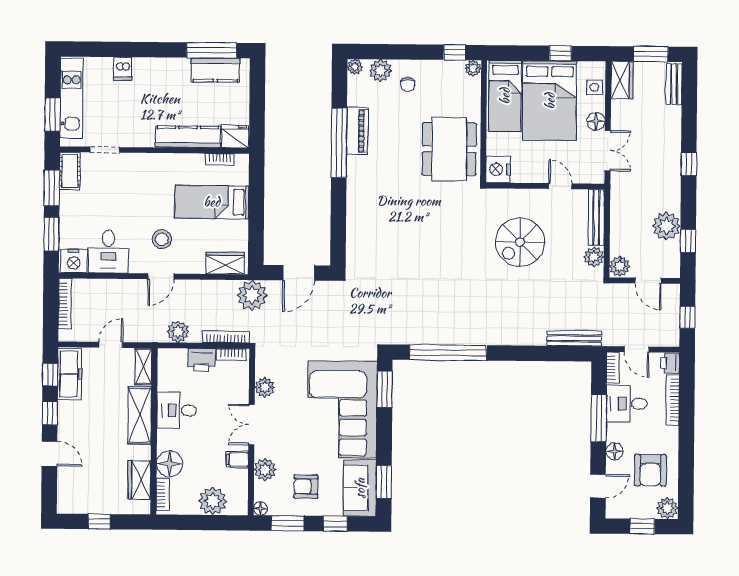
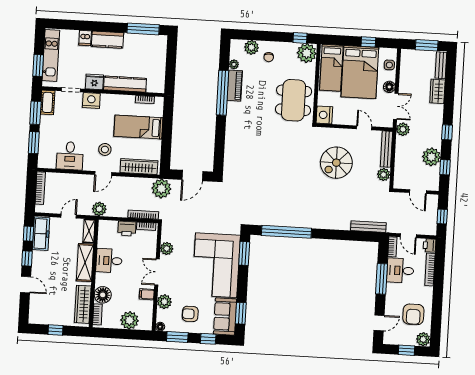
plant: (355, 67) -> (234, 64), moved
plant: (473, 68) -> (307, 53), width x1.87, depth x1.87
kitchen counter: (215, 70) -> (107, 40), moved
wardrobe: (622, 80) -> (437, 91), moved, turned 180
fridge: (235, 136) -> (94, 82), moved
window: (689, 164) -> (447, 132), moved
nightstand: (74, 261) -> (91, 100), moved, turned 180
wardrobe: (225, 263) -> (139, 167), width x1.50
plant: (620, 266) -> (403, 129), moved
plant: (178, 332) -> (99, 209), moved
floor lamp: (615, 451) -> (391, 301), removed
wardrobe: (139, 480) -> (83, 304), width x1.50

